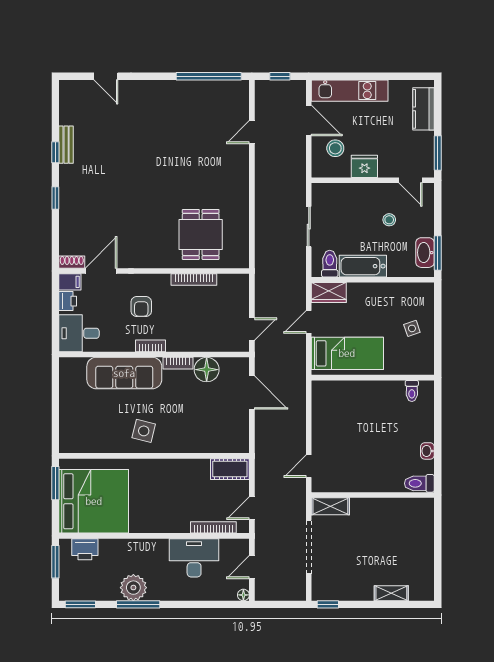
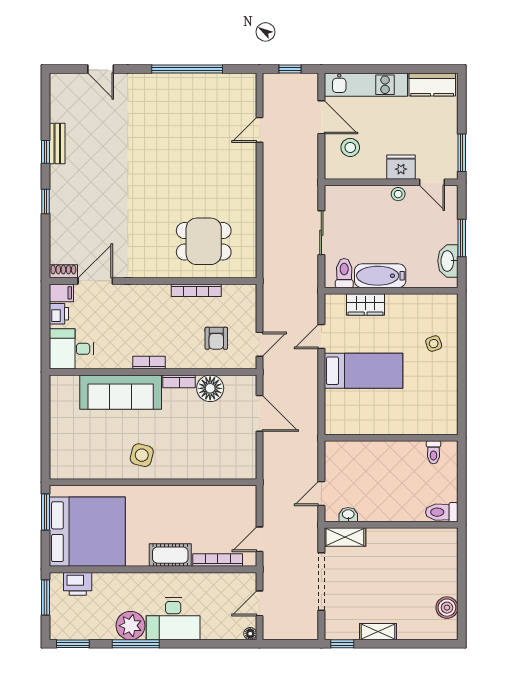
window: (209, 76) -> (187, 69), moved
kitchen counter: (424, 109) -> (432, 85), moved, turned -90
fridge: (364, 166) -> (401, 167), moved
stool: (389, 220) -> (398, 194), moved
dining table: (201, 234) -> (204, 241), turned 90
window: (438, 253) -> (462, 238), moved
wardrobe: (329, 293) -> (366, 305), moved
armchair: (141, 306) -> (216, 338), moved
wall: (373, 378) -> (391, 438), moved
toilet: (412, 391) -> (433, 452), moved
washbasin: (427, 451) -> (348, 515), moved, turned 90
cot: (230, 469) -> (170, 555), moved
desk: (194, 558) -> (173, 619), moved, turned 180
boiler: (424, 571) -> (447, 608), added
shelving: (391, 593) -> (378, 632), moved

